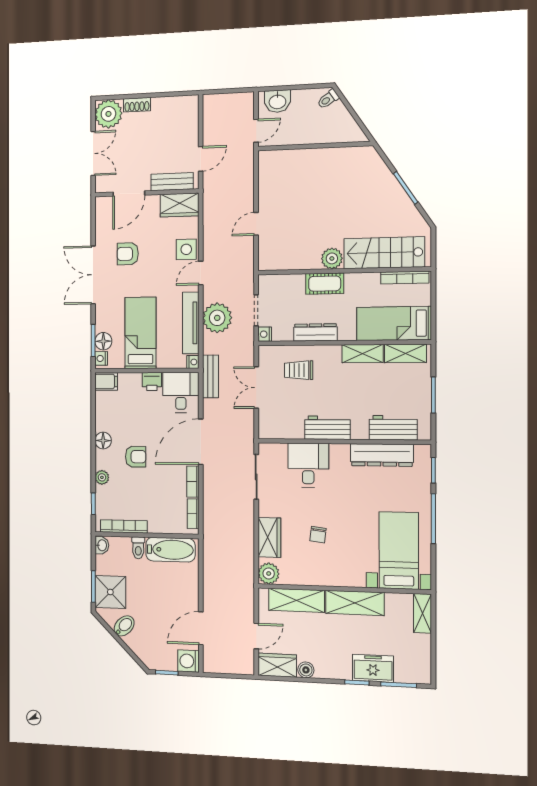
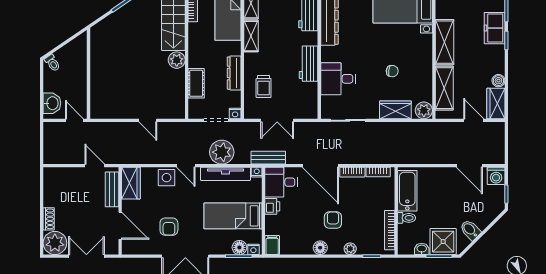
cot: (325, 284) -> (196, 83), moved
washbasin: (102, 545) -> (422, 249), moved

